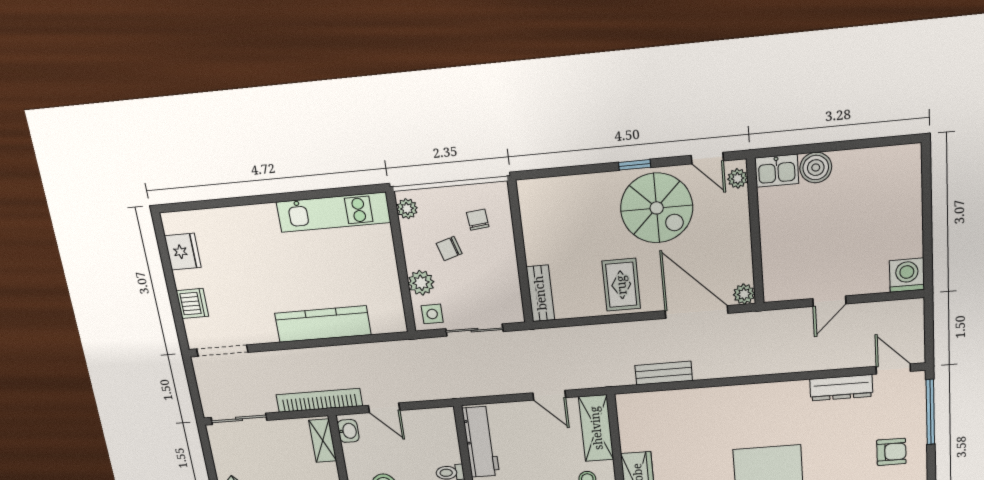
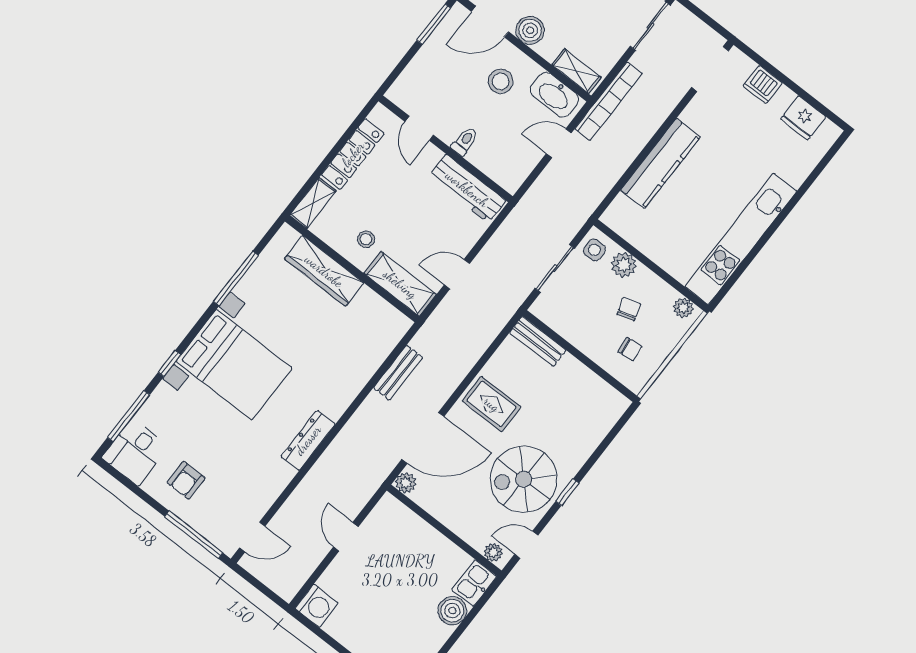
kitchen unit: (333, 212) -> (741, 239), width x1.36
dresser: (841, 388) -> (308, 440), moved
washbasin: (348, 431) -> (554, 95), width x1.91, depth x1.45

